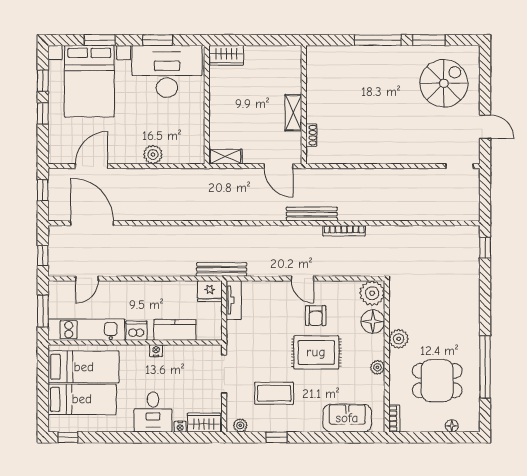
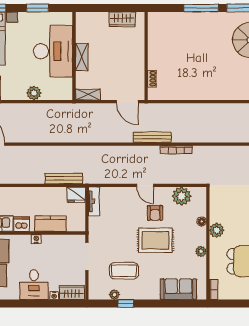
wardrobe: (226, 55) -> (122, 19), moved
desk: (167, 71) -> (53, 51), moved, turned 90
shelving: (293, 113) -> (82, 57), moved
bench: (222, 269) -> (64, 179), moved
plant: (372, 293) -> (182, 196), moved
floor lamp: (373, 322) -> (202, 221), width x0.53, depth x0.53
plant: (240, 425) -> (114, 295), moved

